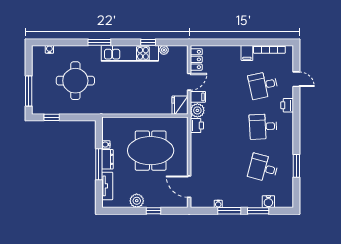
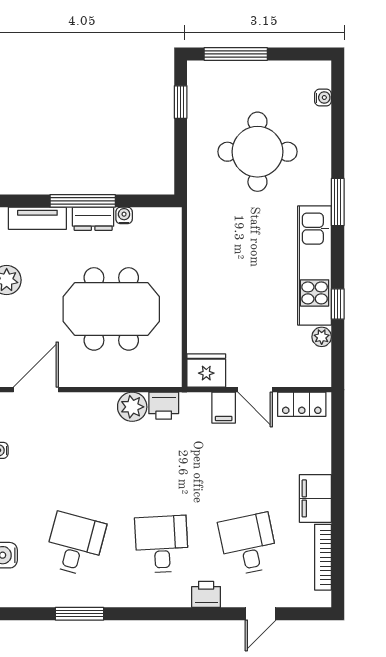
filing cabinet: (247, 53) -> (315, 498), width x2.00
plant: (197, 110) -> (132, 407), moved
meeting table: (151, 151) -> (111, 309), turned 90

